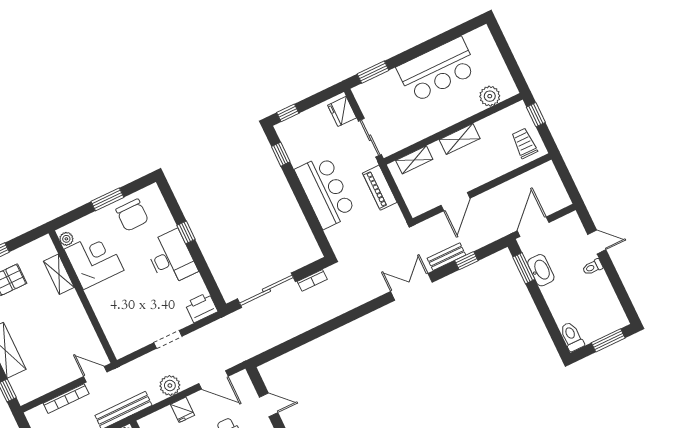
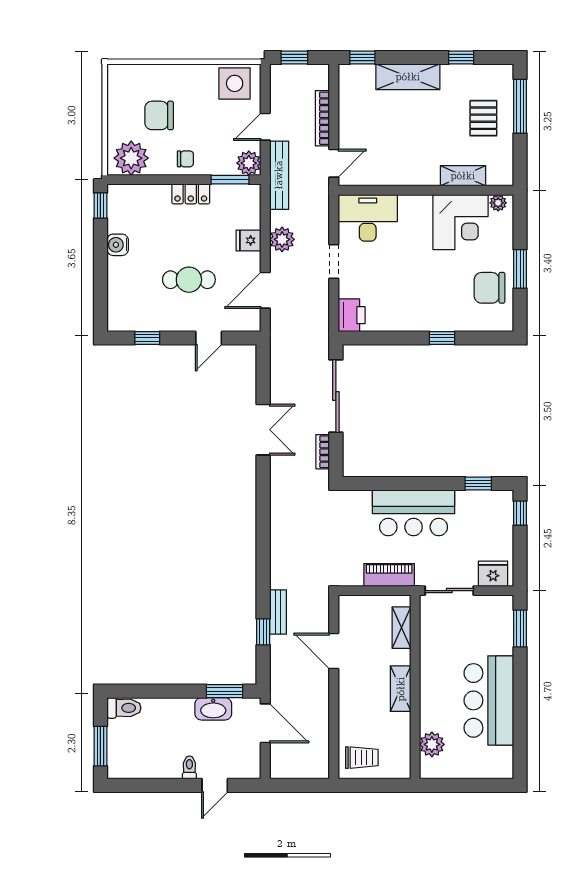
window: (536, 115) -> (387, 785), removed
desk: (171, 258) -> (368, 218), moved, turned 180
double door: (411, 287) -> (263, 430), moved

